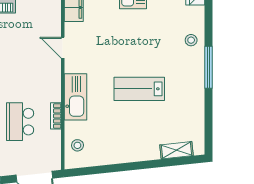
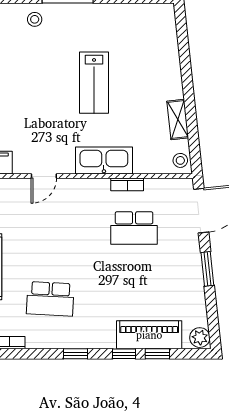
stool: (77, 145) -> (180, 160), moved
shelving: (176, 150) -> (178, 119), moved

